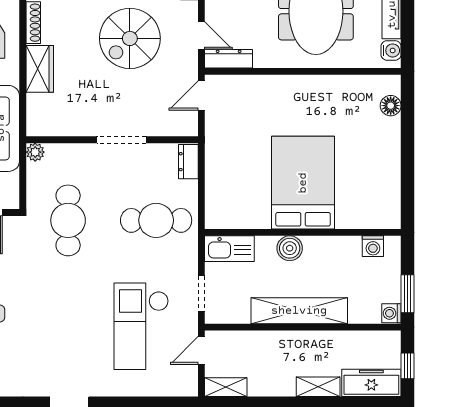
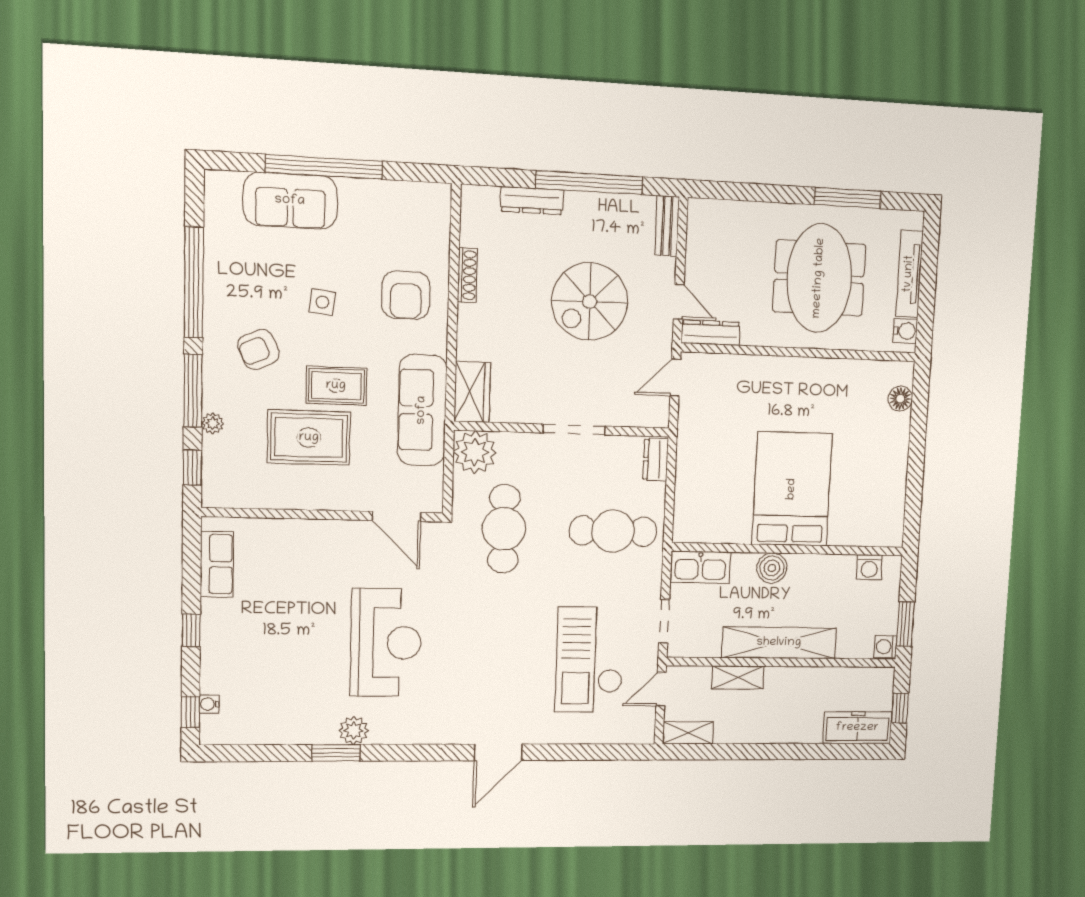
wardrobe: (40, 69) -> (472, 392), moved
plant: (35, 152) -> (475, 452), width x1.87, depth x1.87
shelving: (318, 387) -> (738, 678), moved

